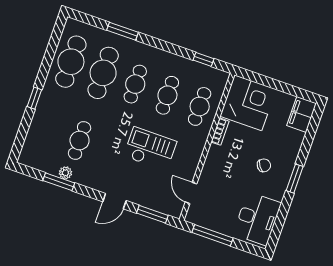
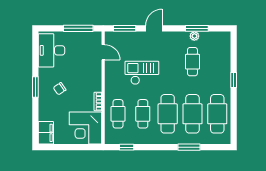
cafe table: (135, 84) -> (168, 114), width x1.37, depth x1.35
checkout: (150, 149) -> (142, 73), turned 180

